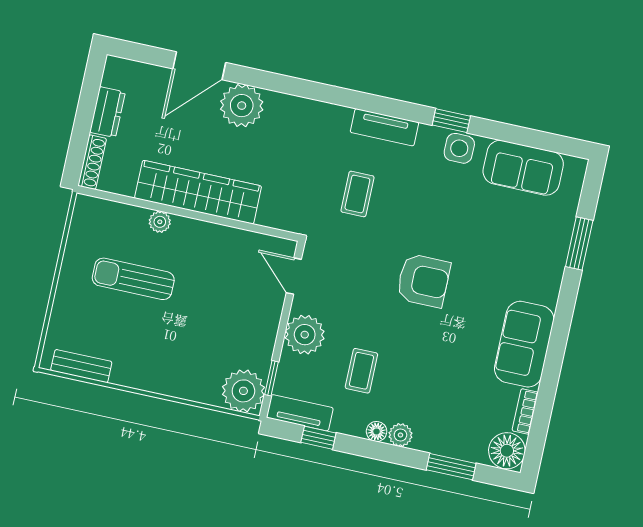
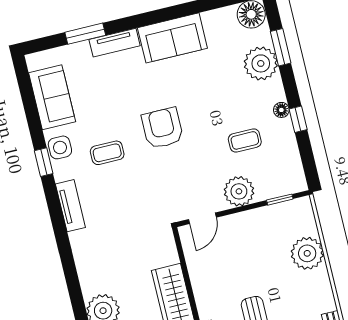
coffee table: (357, 194) -> (107, 153), moved
plant: (243, 391) -> (307, 253), moved
bookcase: (525, 411) -> (218, 15), removed
tv unit: (300, 413) -> (115, 43), moved, turned -90
plant: (400, 435) -> (261, 63), moved, width x1.88, depth x1.88
window: (318, 438) -> (298, 119), moved

